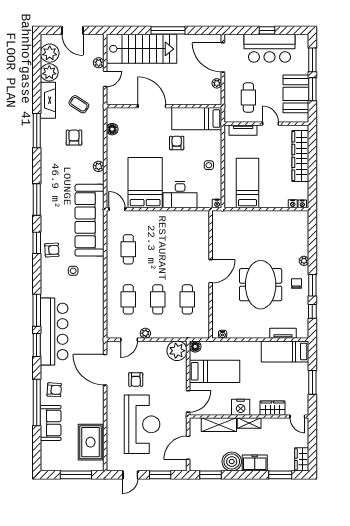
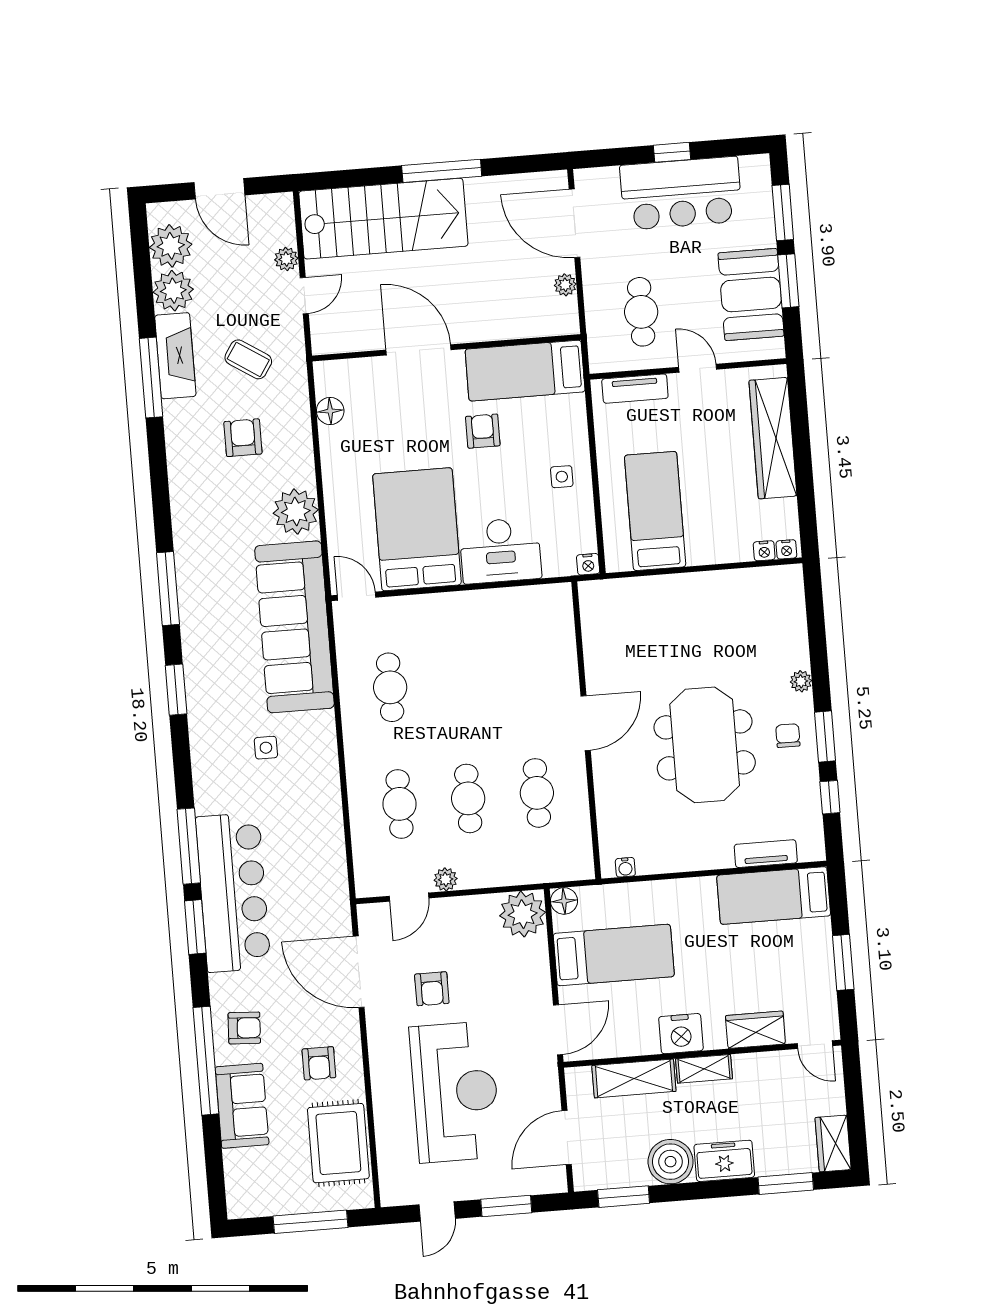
window: (37, 131) -> (151, 378), moved
plant: (99, 166) -> (296, 512), width x1.88, depth x1.88
armchair: (52, 250) -> (319, 1063), moved, turned 93

